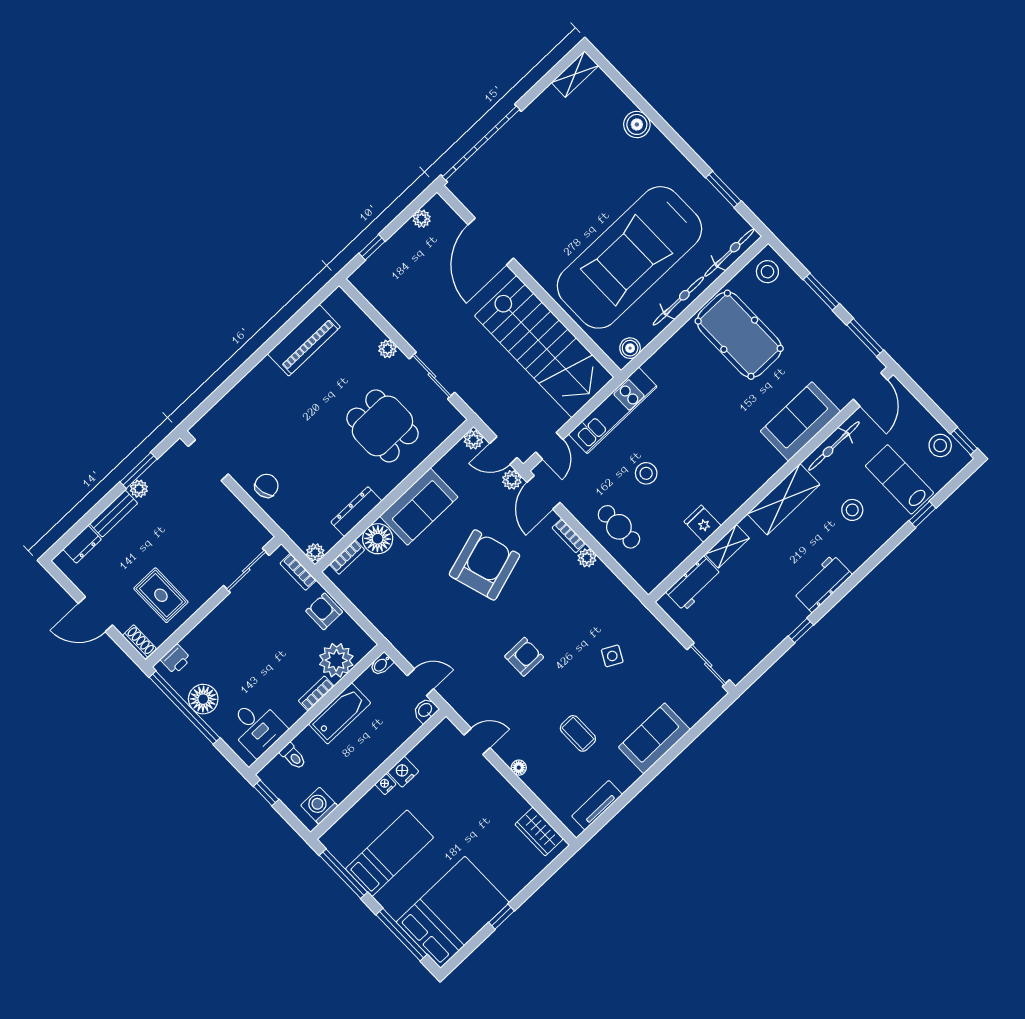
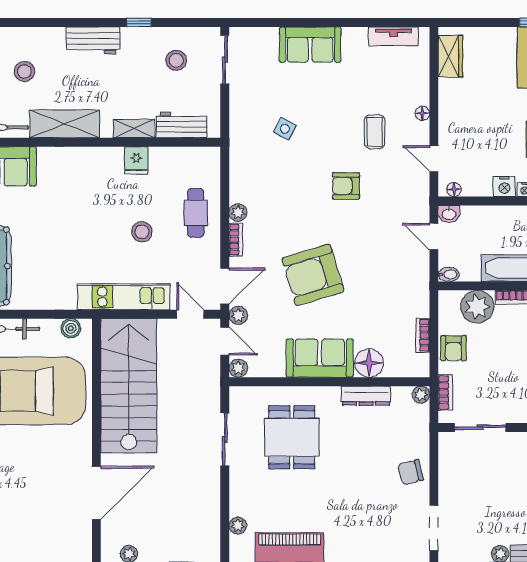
plant: (387, 349) -> (238, 526), moved
door: (549, 446) -> (190, 314), hinge flipped
bookcase: (347, 557) -> (423, 335), moved, turned -90
stool: (745, 629) -> (176, 60), added
floor lamp: (439, 733) -> (454, 190), added
coffee table: (578, 733) -> (374, 132), moved

